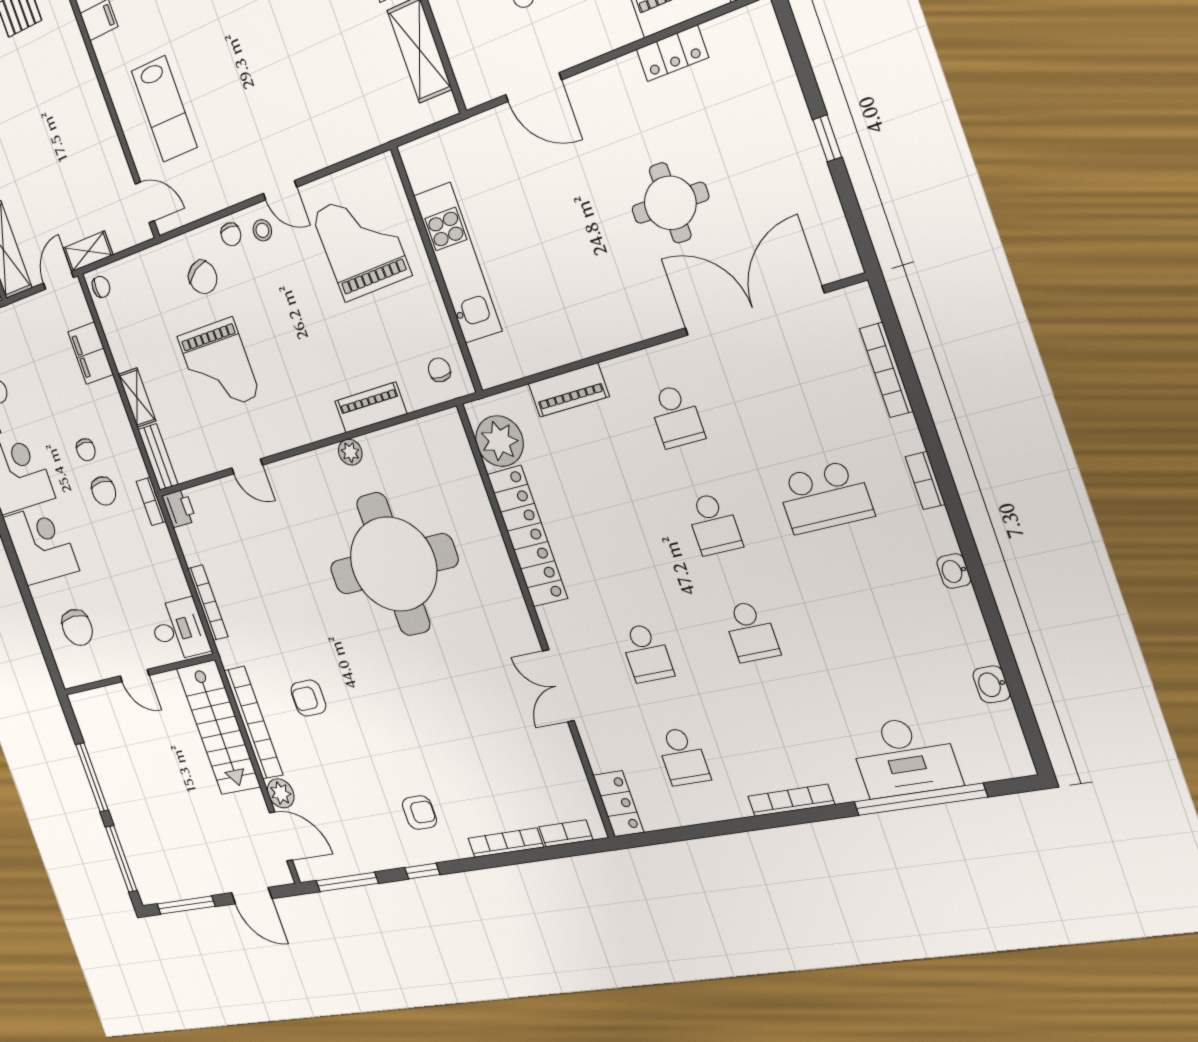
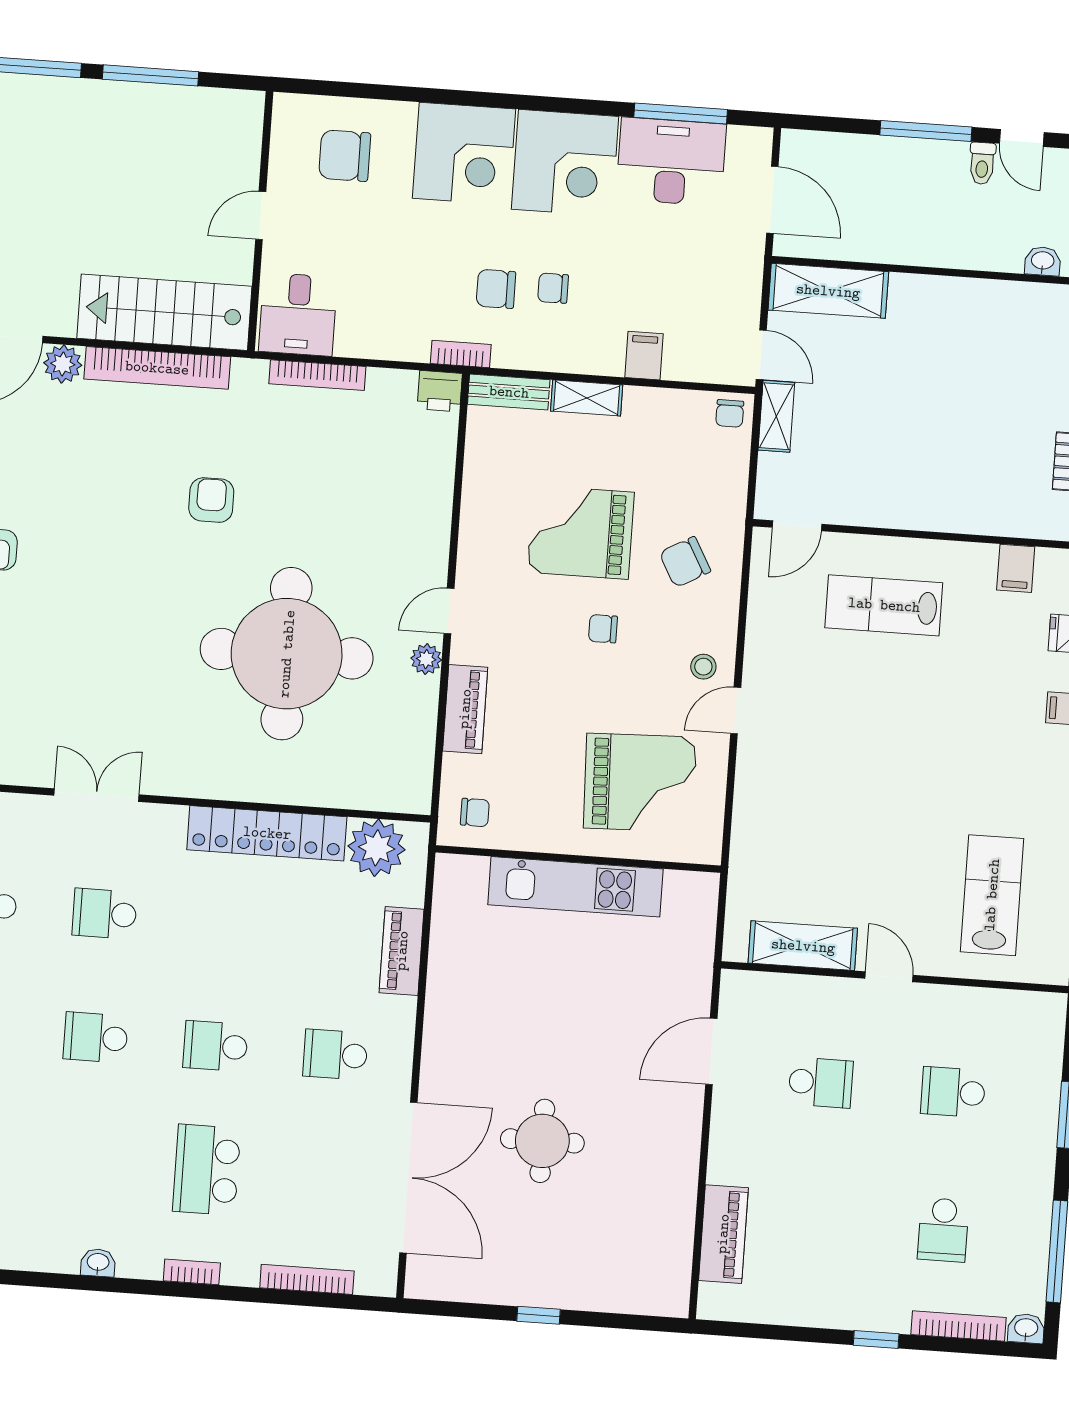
locker: (672, 53) -> (679, 1205), removed
chair: (231, 234) -> (603, 629), moved
filing cabinet: (91, 353) -> (644, 356), width x0.50
door: (247, 466) -> (449, 611), moved
armchair: (308, 698) -> (211, 500), moved

